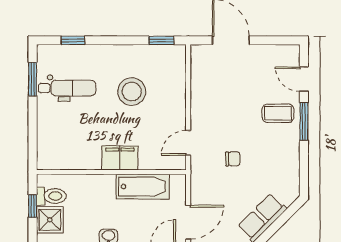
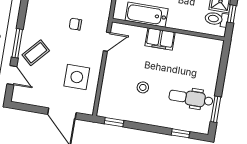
side table: (220, 91) -> (77, 77), added
stool: (132, 92) -> (143, 87), width x0.53, depth x0.53
coffee table: (278, 113) -> (36, 53), turned -48

